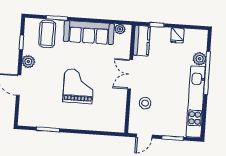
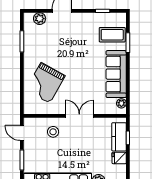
kitchen counter: (142, 41) -> (119, 137), moved, turned 90
plant: (28, 62) -> (40, 19), moved
grand piano: (79, 86) -> (45, 83), moved, turned 119

